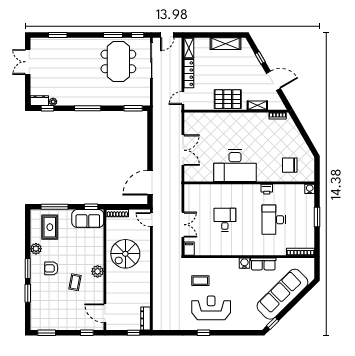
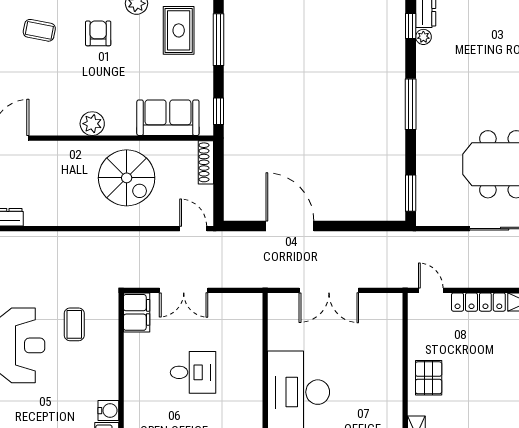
pallet: (228, 99) -> (429, 378), width x0.67, depth x0.71
door: (150, 183) -> (290, 226), moved
sofa: (88, 219) -> (168, 118), moved, turned 90
door: (151, 220) -> (193, 229), hinge flipped
rug: (50, 227) -> (179, 30), turned 90
filing cabinet: (189, 249) -> (137, 312), width x2.00
spiral stairs: (125, 254) -> (127, 178), turned 180
coffee table: (75, 282) -> (39, 30), moved

